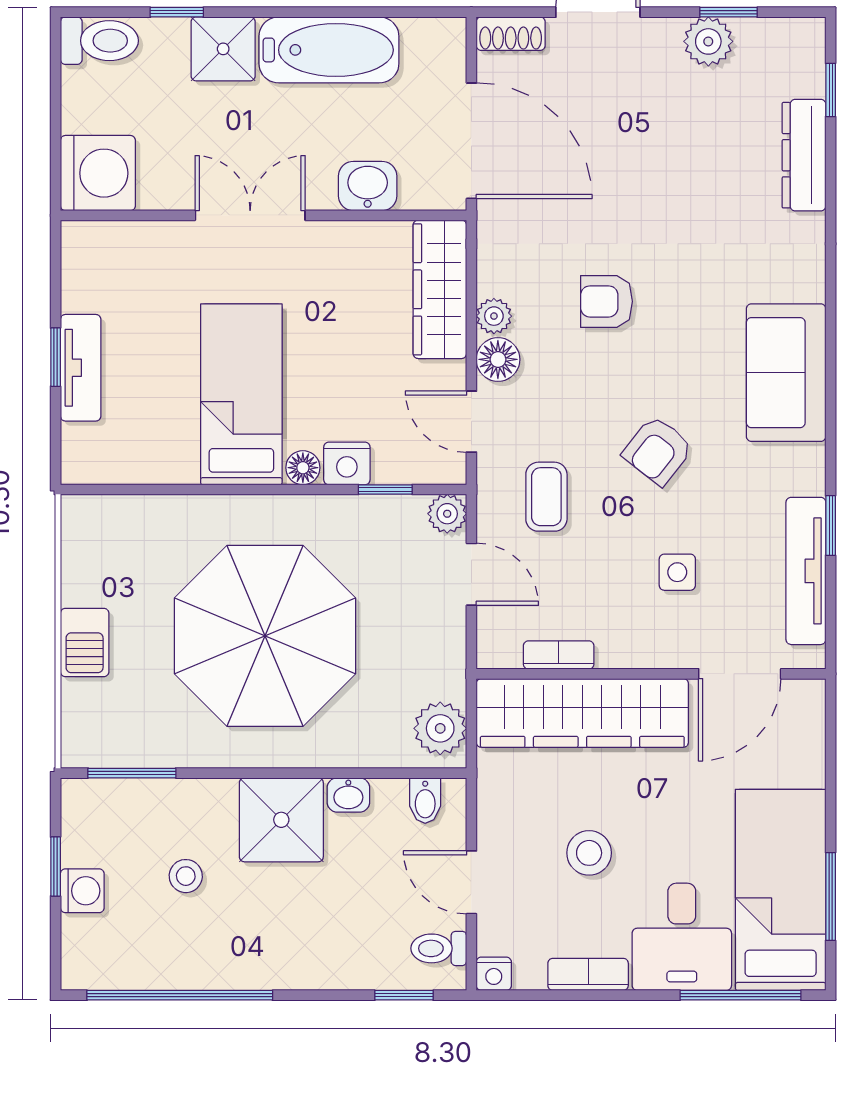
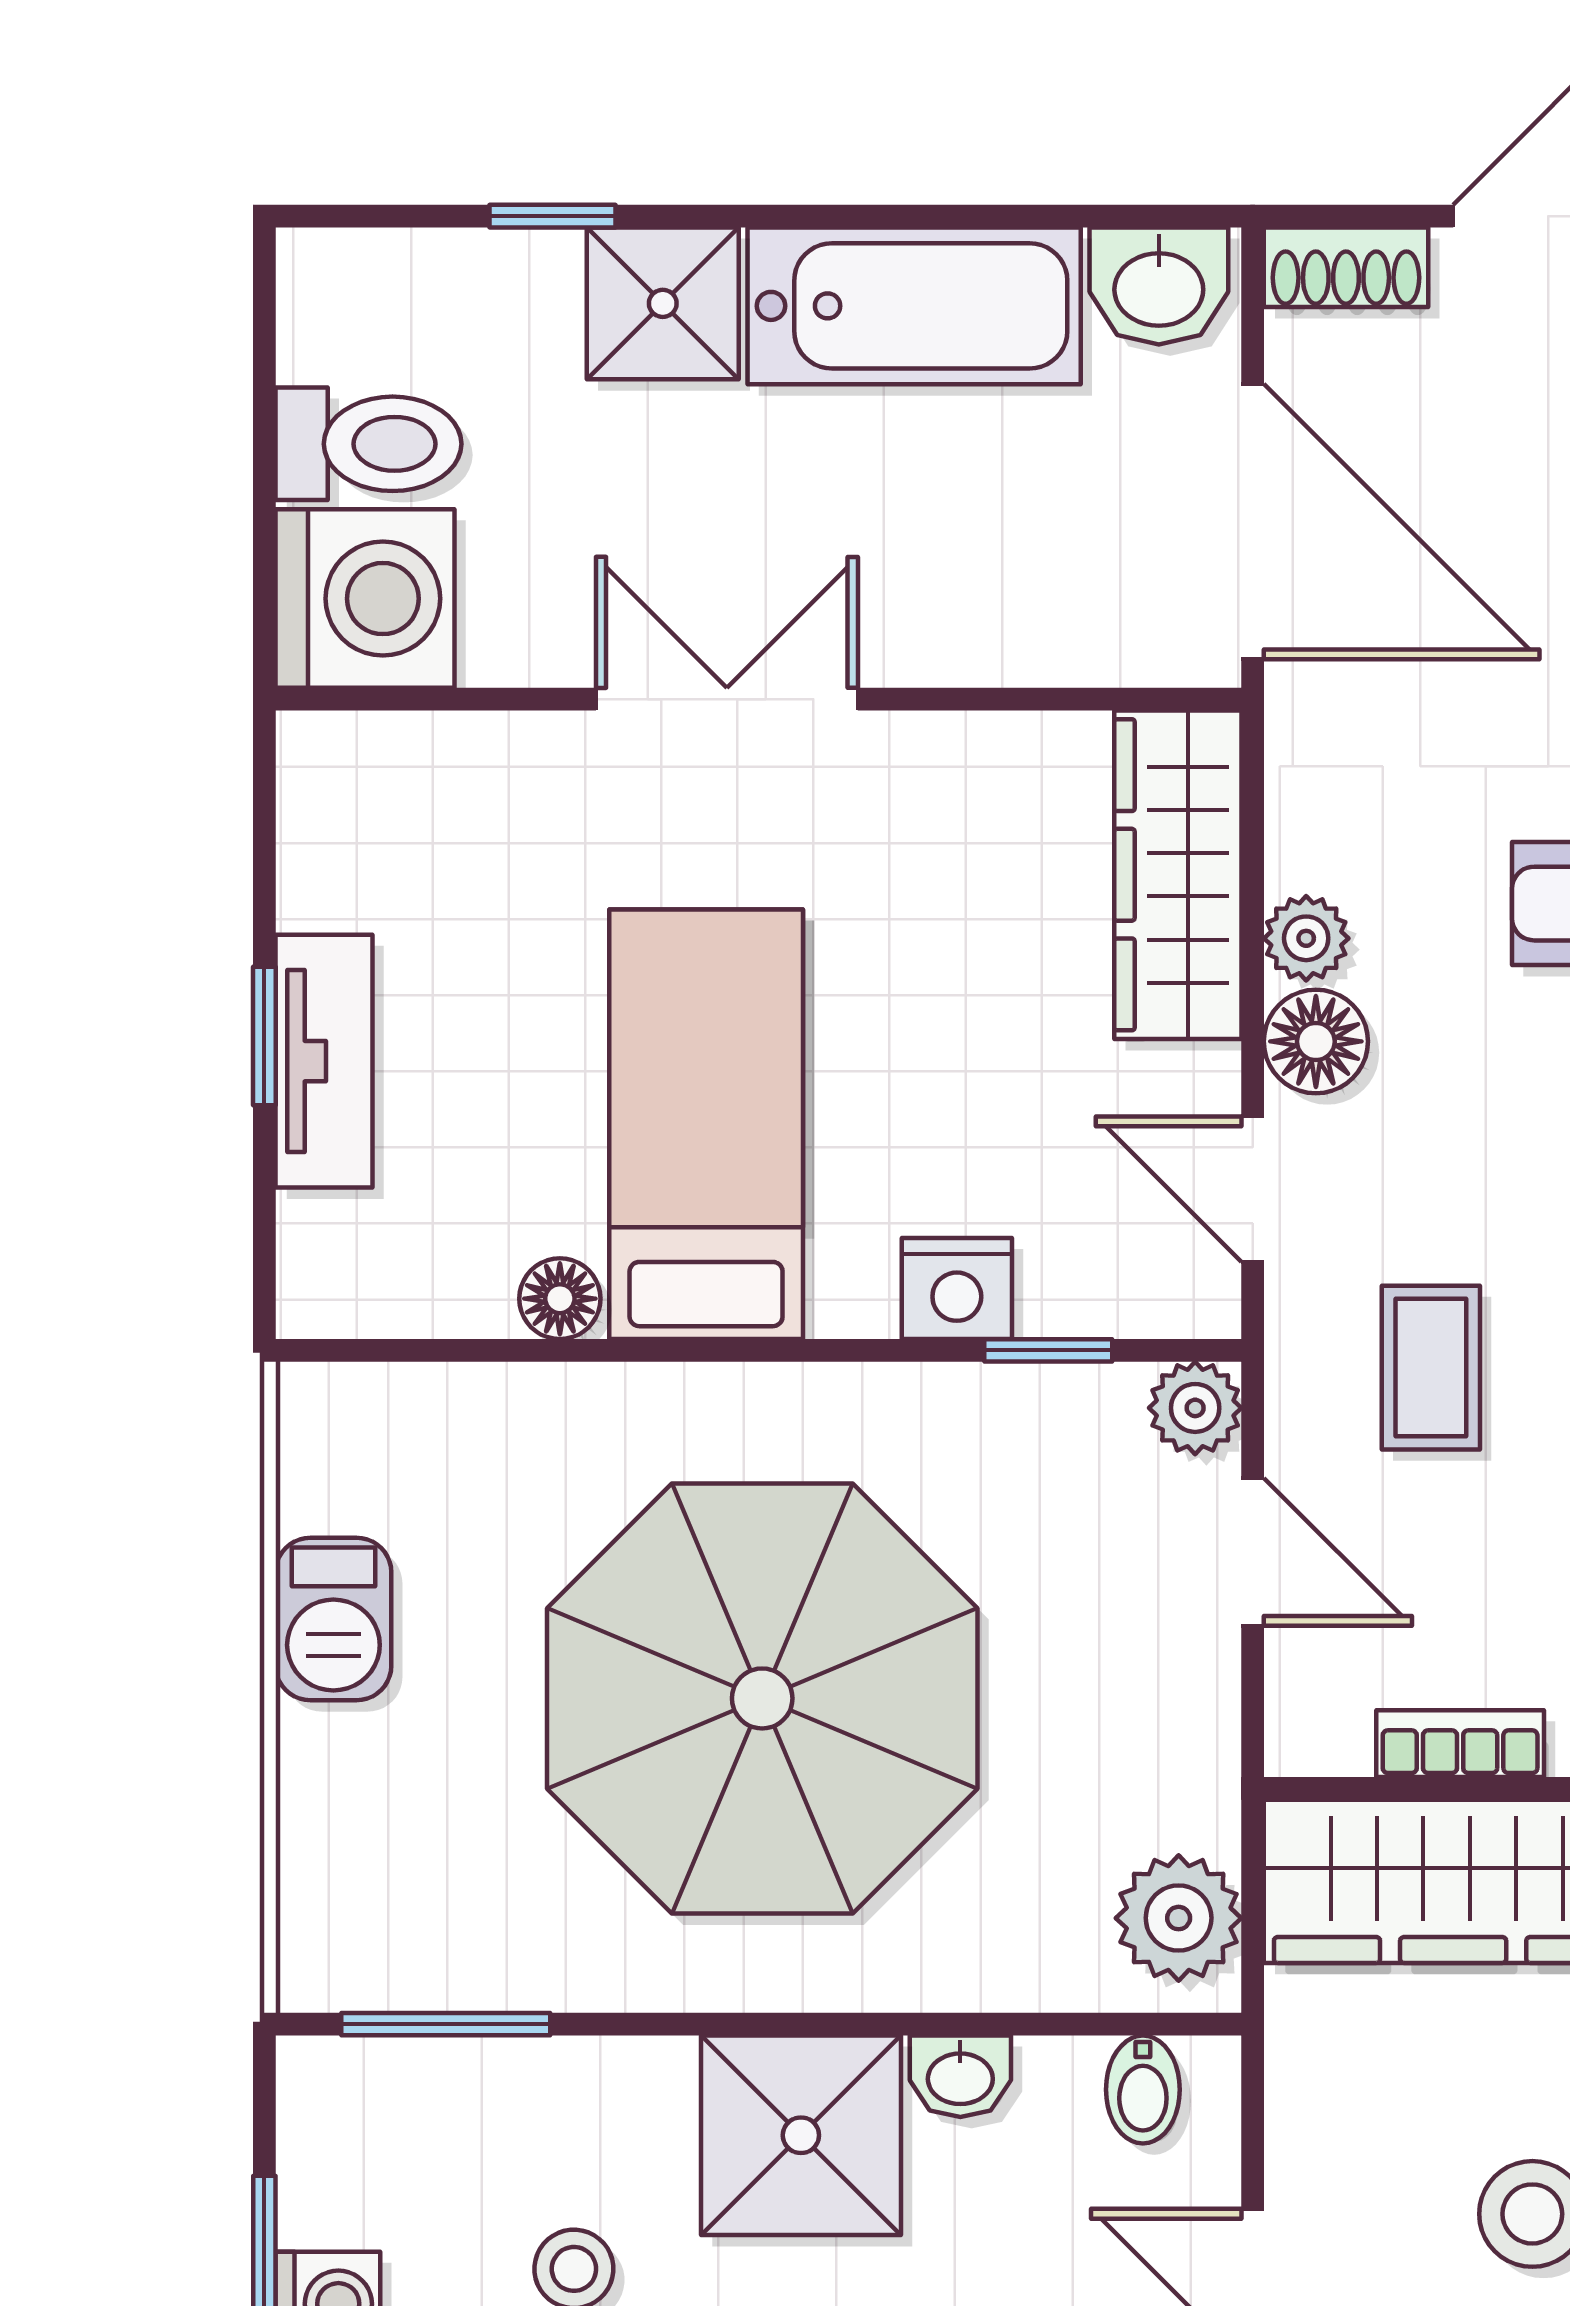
toilet: (99, 41) -> (368, 444), moved
washbasin: (368, 186) -> (1159, 286), moved, turned 180
floor lamp: (303, 468) -> (560, 1299), moved
barbecue: (85, 642) -> (333, 1619), moved

